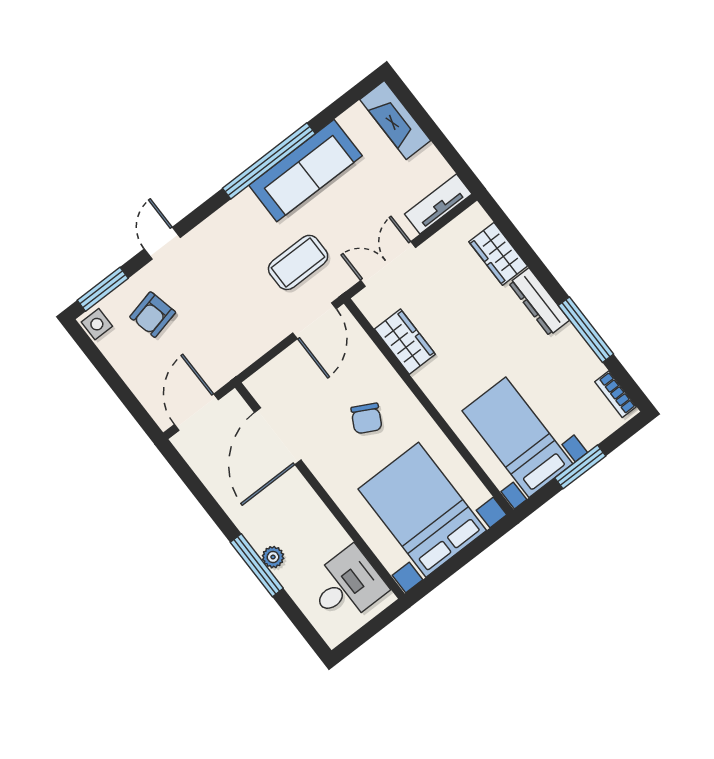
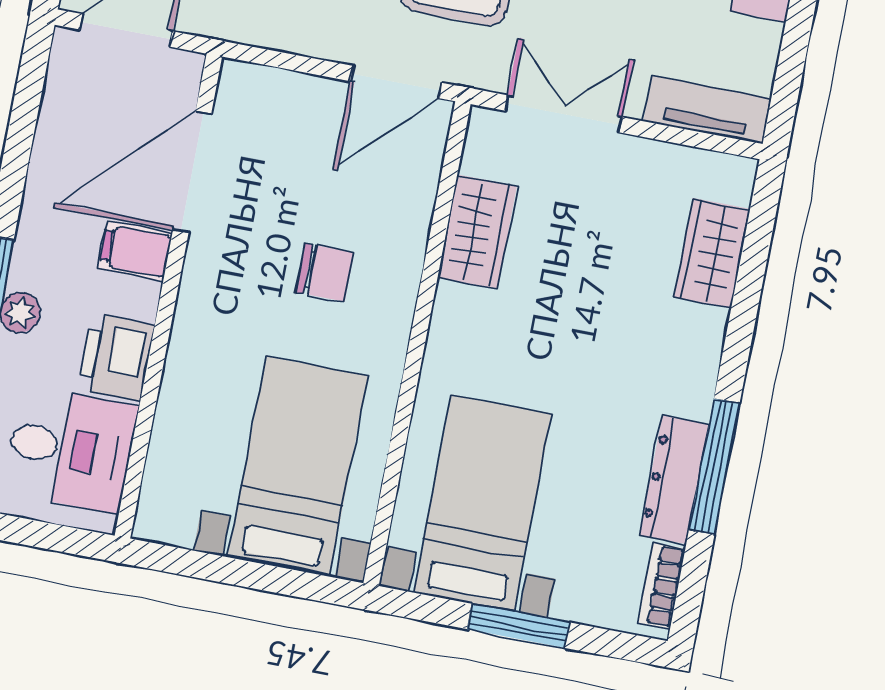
dresser: (539, 302) -> (674, 480), moved
chair: (366, 418) -> (325, 272), turned -118
filing cabinet: (290, 488) -> (135, 251), added
bed with nightstands: (422, 510) -> (298, 466), width x0.73
printer: (326, 534) -> (116, 357), added

